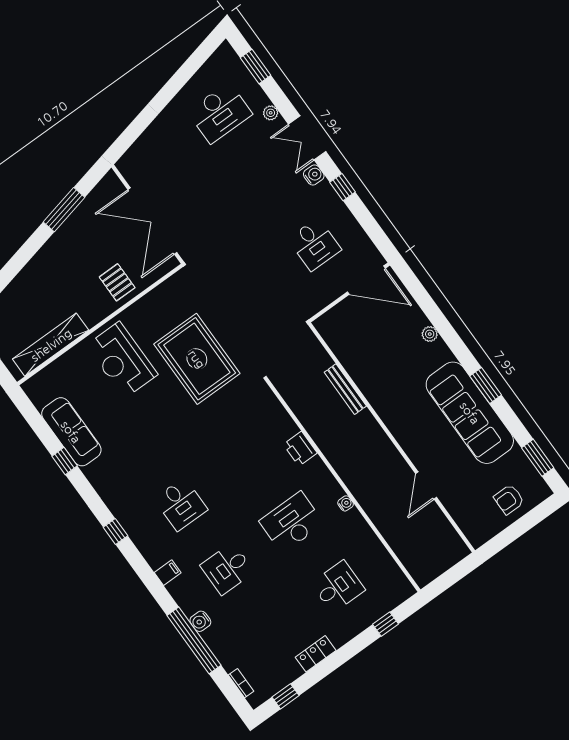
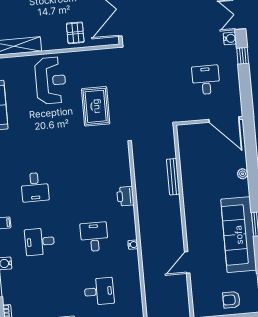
desk: (315, 244) -> (206, 80), turned 180
rug: (197, 359) -> (96, 106), width x0.73, depth x0.69
reception desk: (122, 360) -> (51, 81), turned 180
desk: (292, 522) -> (94, 237), width x0.73

